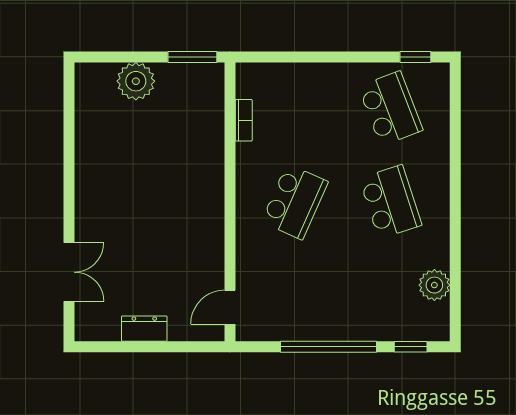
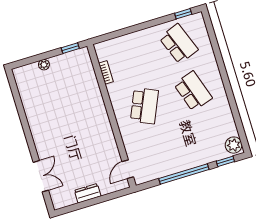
window: (192, 57) -> (70, 48), width x0.67
plant: (136, 81) -> (44, 65), width x0.53, depth x0.53
plant: (434, 285) -> (234, 145), moved

